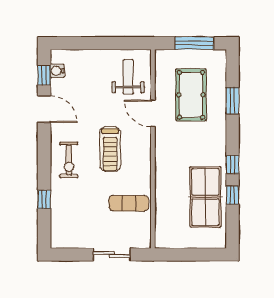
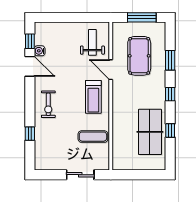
water cooler: (57, 71) -> (40, 51), moved
treadmill: (110, 149) -> (93, 97), moved
window: (232, 164) -> (170, 94), moved

